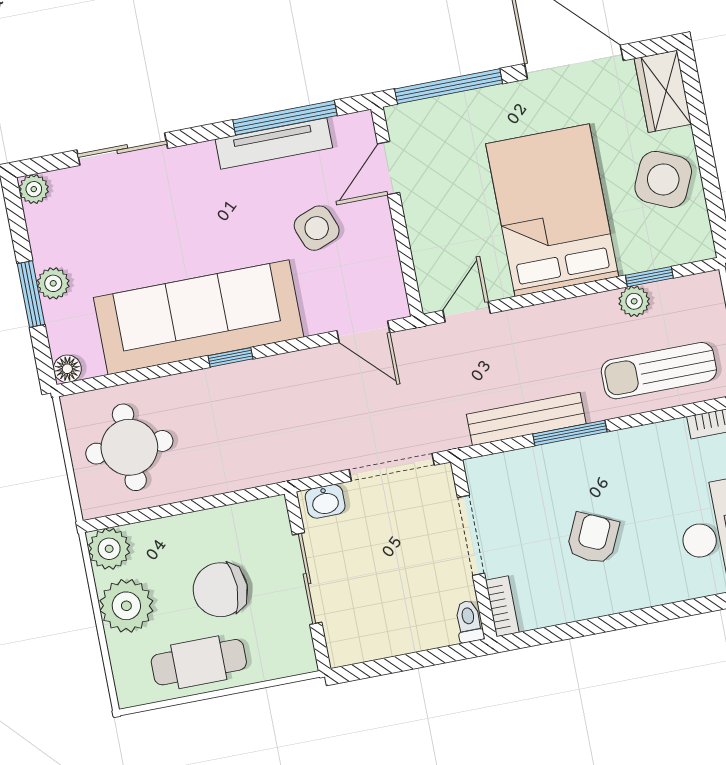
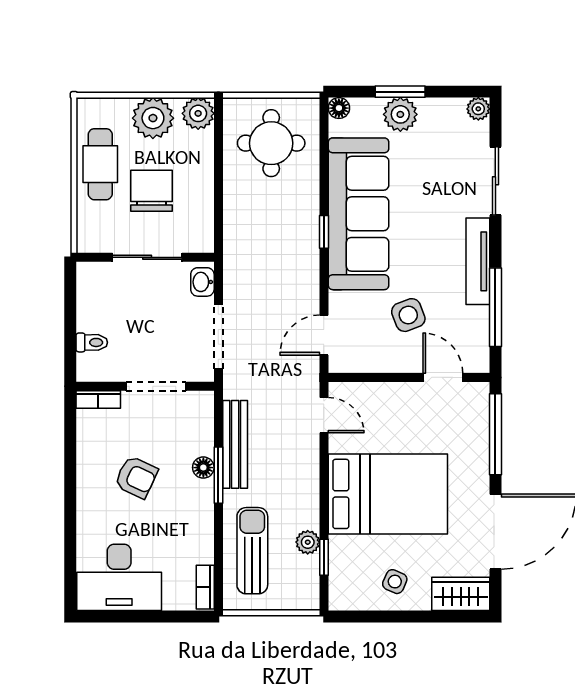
tv unit: (274, 143) -> (478, 261), moved
side table: (663, 179) -> (395, 582), width x0.54, depth x0.54
plant: (53, 283) -> (400, 114), width x1.38, depth x1.38
floor lamp: (564, 454) -> (203, 468), added
toilet: (469, 621) -> (92, 342), moved

